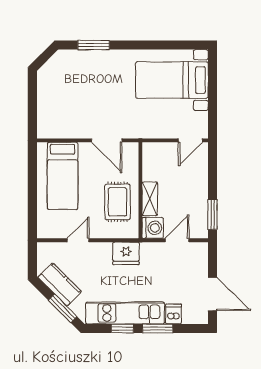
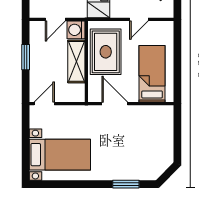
shelving: (150, 199) -> (76, 61), width x1.50, depth x1.33
rug: (118, 202) -> (106, 52), width x1.36, depth x1.43
window: (213, 214) -> (26, 57), moved

